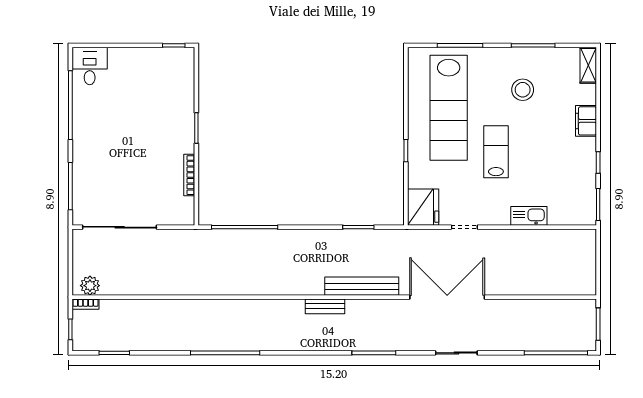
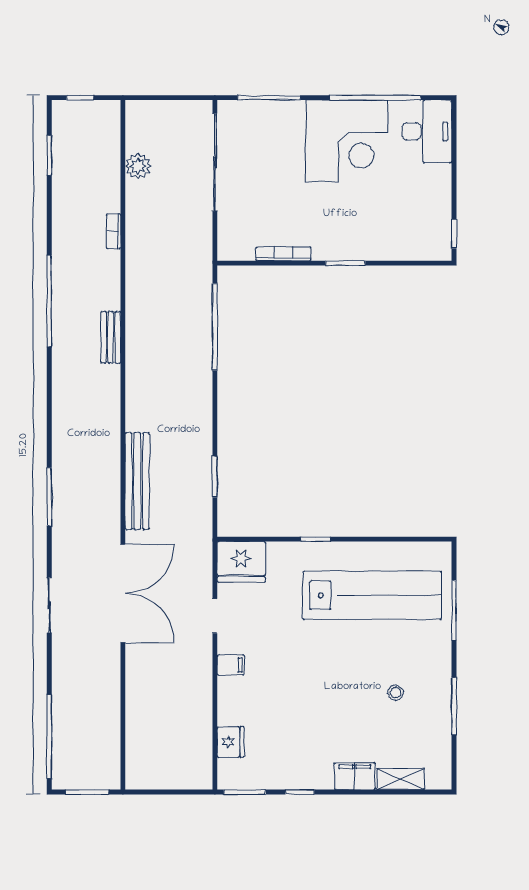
shelving: (588, 65) -> (401, 779), moved
desk: (90, 66) -> (427, 131), width x1.37
stool: (523, 90) -> (396, 693), width x0.53, depth x0.53
lab bench: (449, 108) -> (372, 595), turned 180
corner desk: (103, 127) -> (347, 141), added
lab bench: (496, 152) -> (314, 658), removed
filing cabinet: (502, 215) -> (231, 665), added
fridge: (560, 215) -> (230, 742), added
kitchen sink: (529, 216) -> (230, 701), removed
plant: (90, 286) -> (138, 166), moved
bookcase: (86, 304) -> (114, 231), moved
bench: (325, 306) -> (111, 337), moved

